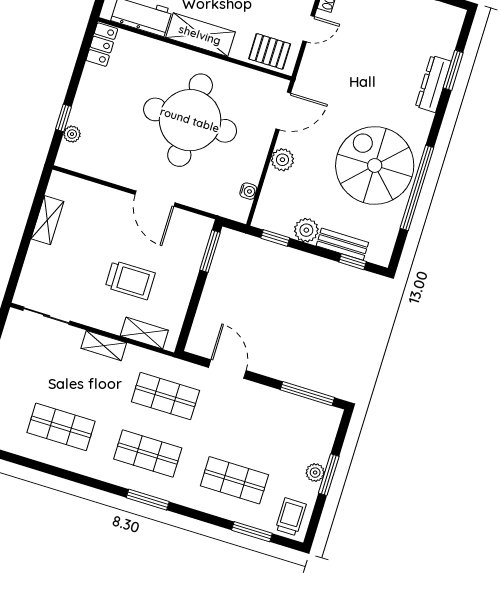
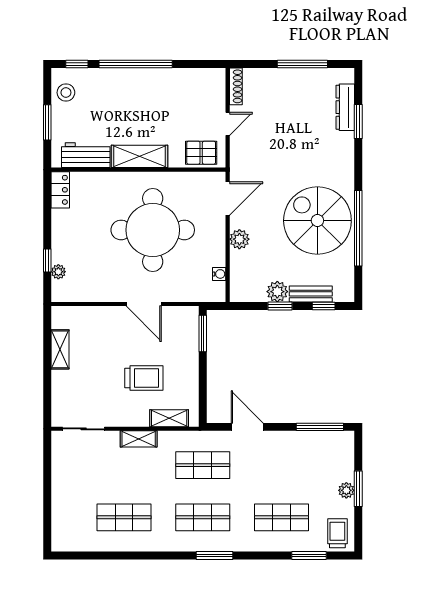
dresser: (433, 84) -> (345, 107), moved
window: (275, 238) -> (280, 306), moved

